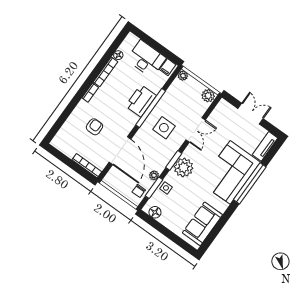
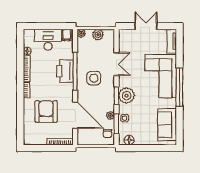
plant: (208, 96) -> (98, 35), moved
armchair: (94, 127) -> (46, 111), width x1.88, depth x1.88
window: (250, 183) -> (179, 87), moved

